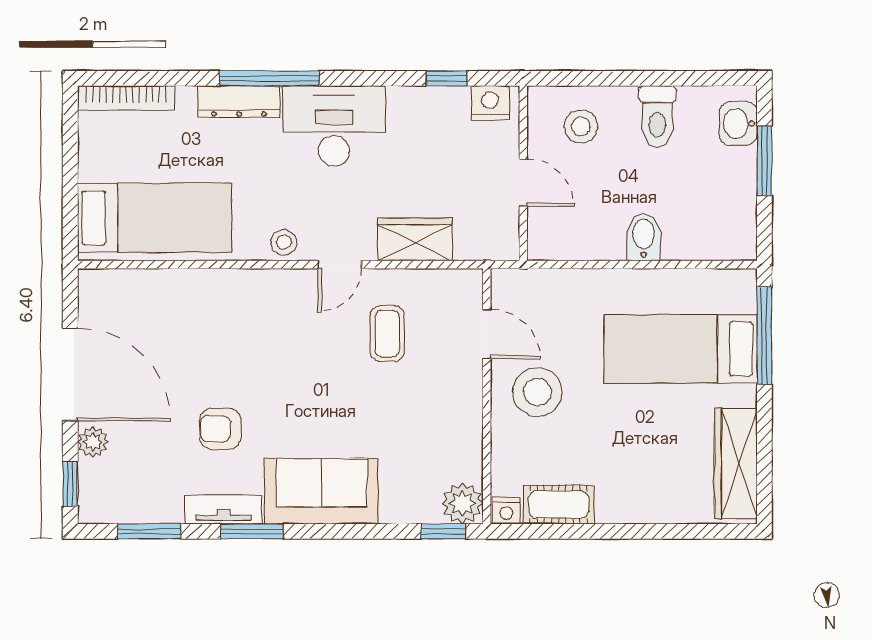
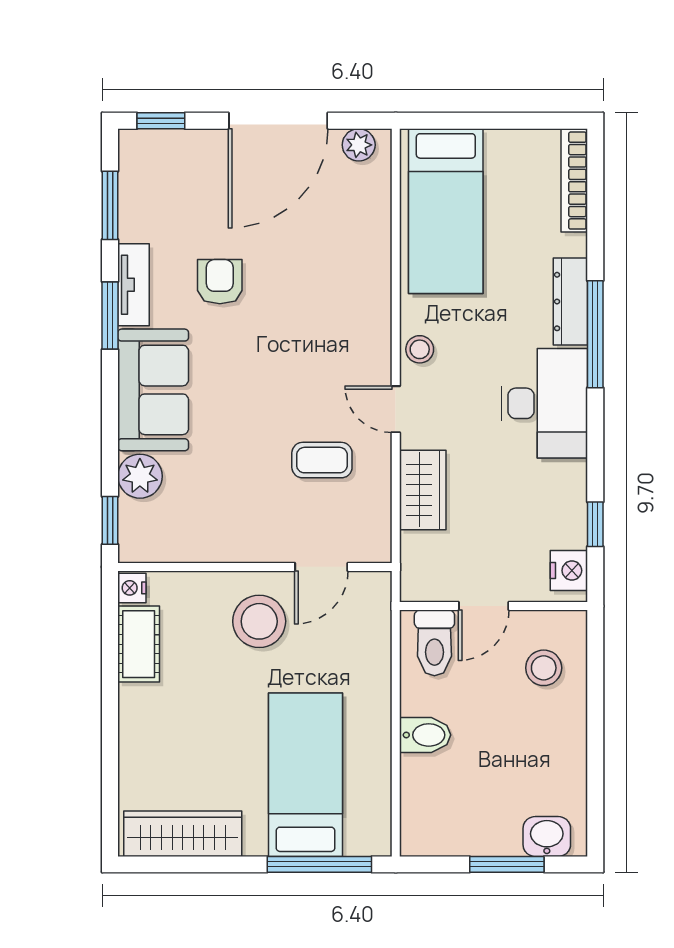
toilet: (657, 116) -> (434, 643), moved, turned -90
plant: (93, 442) -> (359, 145), moved
plant: (462, 503) -> (140, 476), moved

